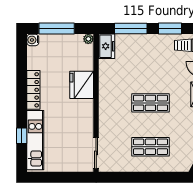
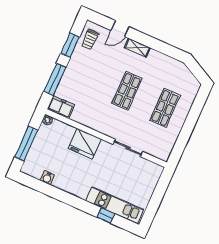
water cooler: (33, 40) -> (47, 178), moved
locker: (33, 90) -> (70, 187), removed
sliding door: (96, 153) -> (128, 148), moved

